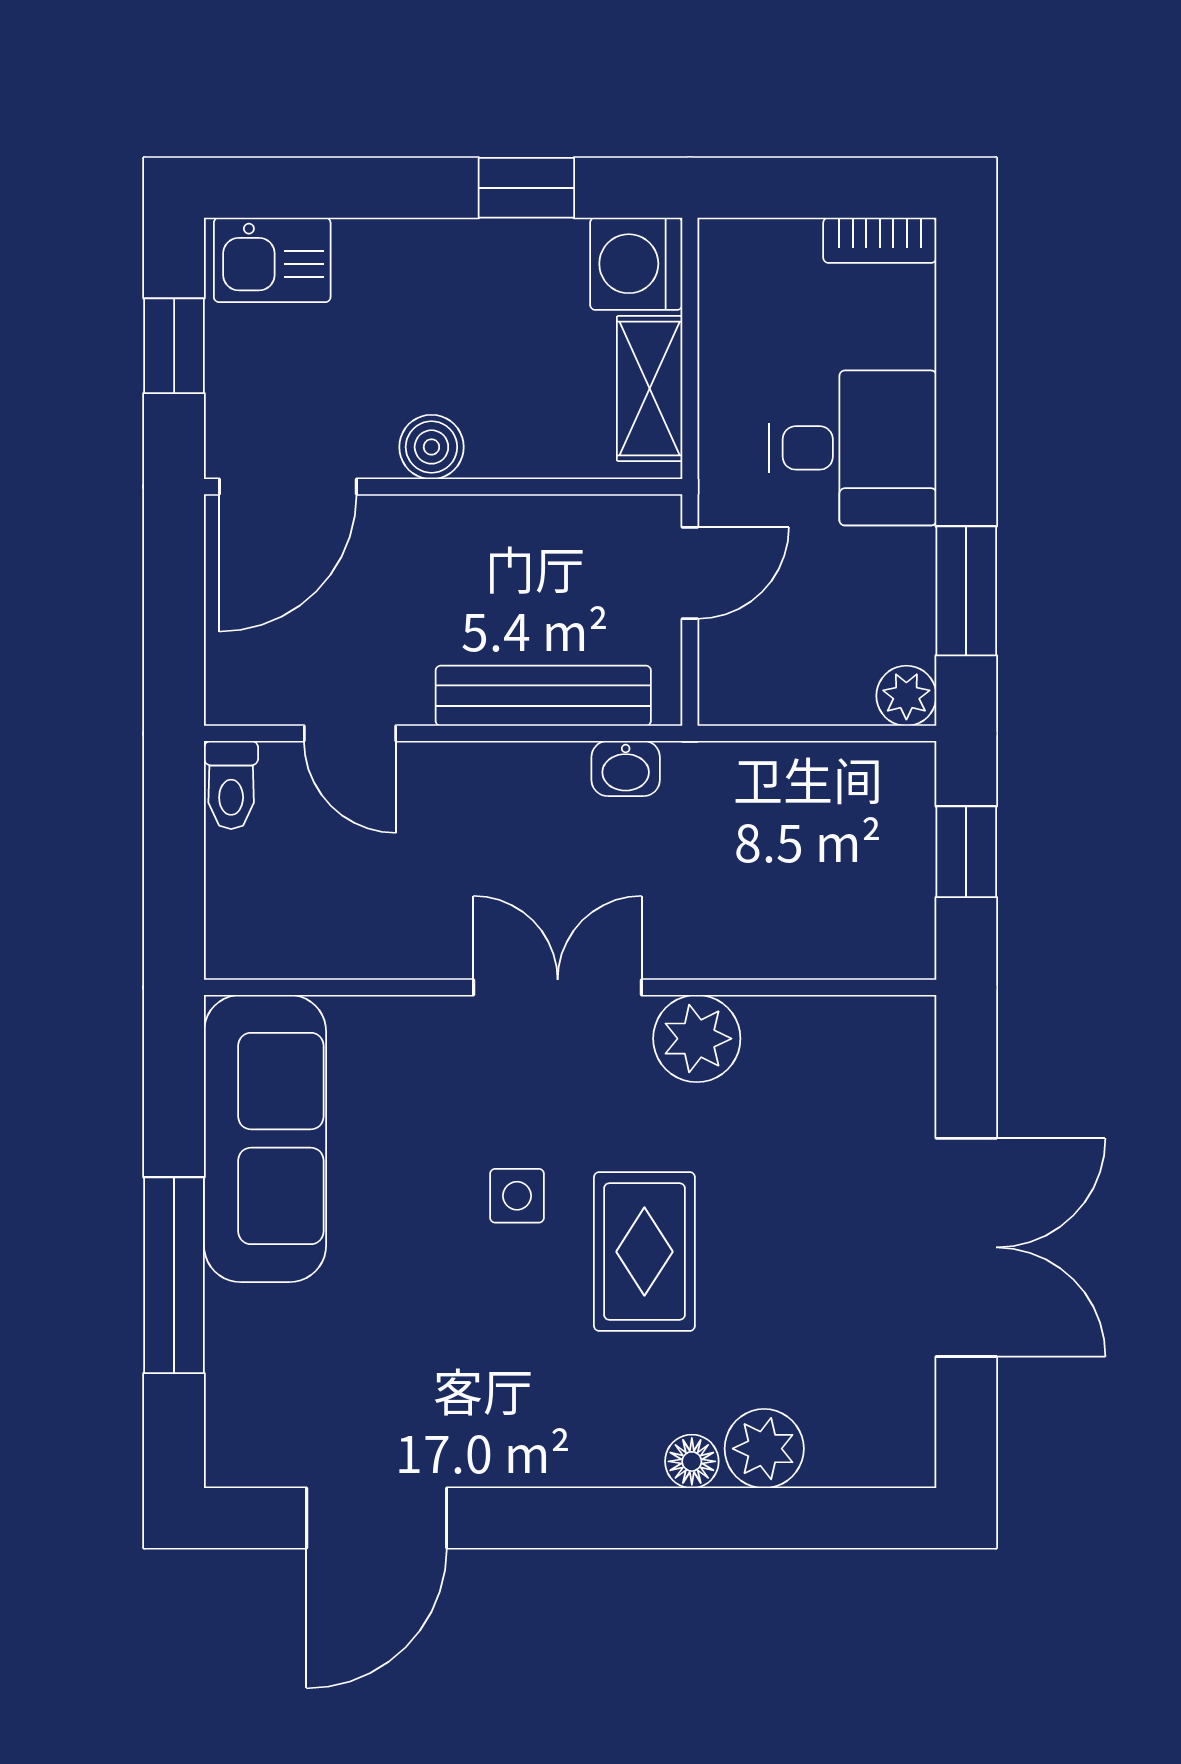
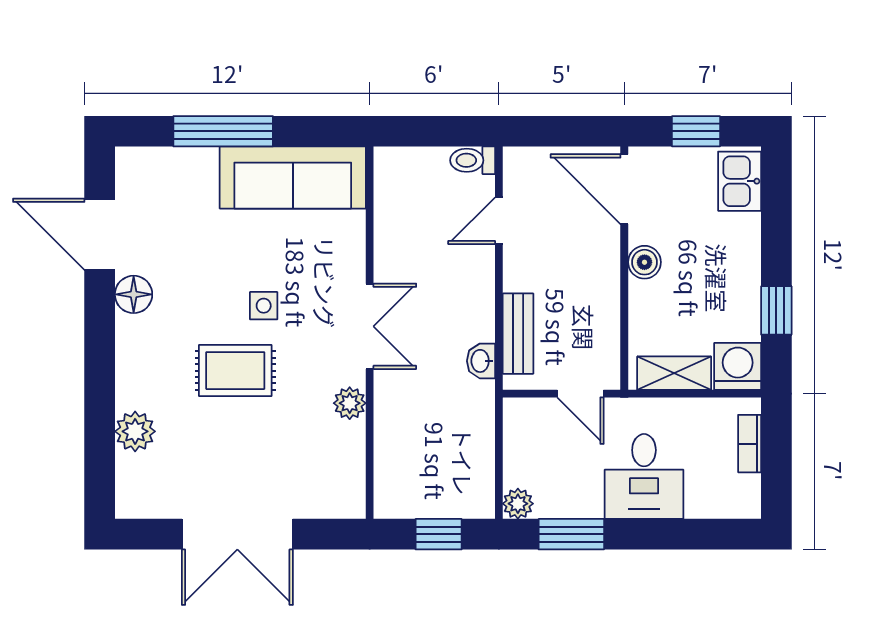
bookcase: (880, 240) -> (750, 444), moved
bench: (543, 696) -> (518, 334), width x0.73
plant: (697, 1039) -> (350, 403), width x0.73, depth x0.73
floor lamp: (692, 1461) -> (134, 294), moved, width x1.37, depth x1.37

